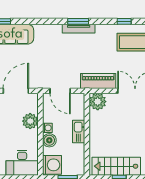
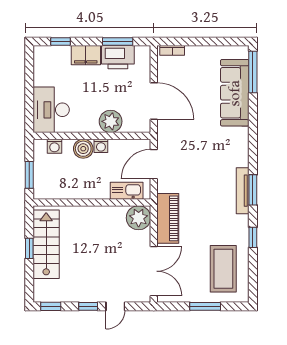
window: (124, 21) -> (253, 237), moved
kitchen sink: (79, 132) -> (127, 191), moved
washing machine: (52, 165) -> (54, 146), width x0.53, depth x0.53

